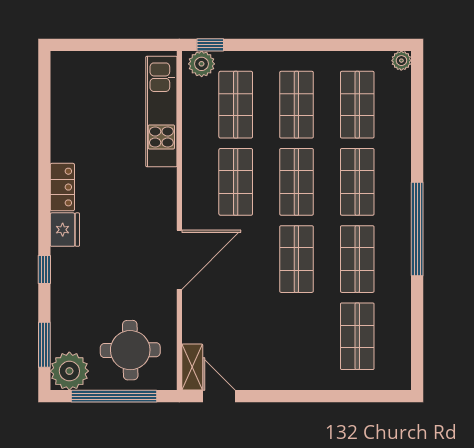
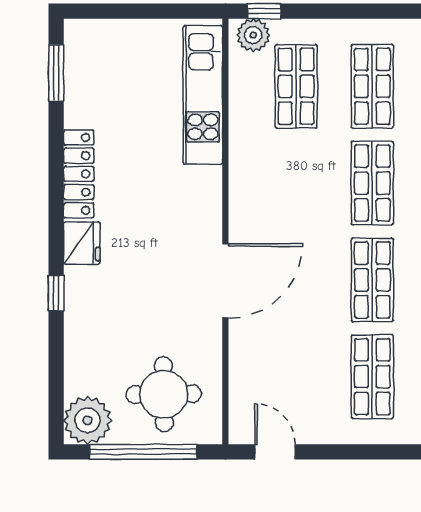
shop shelf: (236, 182) -> (372, 377), moved
locker: (62, 187) -> (79, 174), width x1.53
window: (44, 345) -> (56, 73), moved
shelving: (192, 367) -> (241, 415), removed

